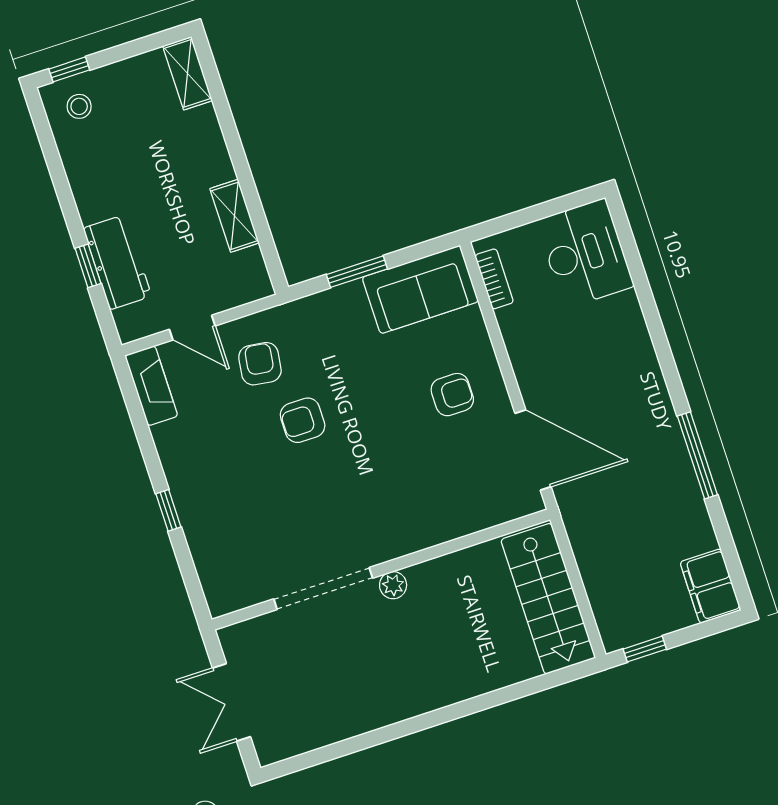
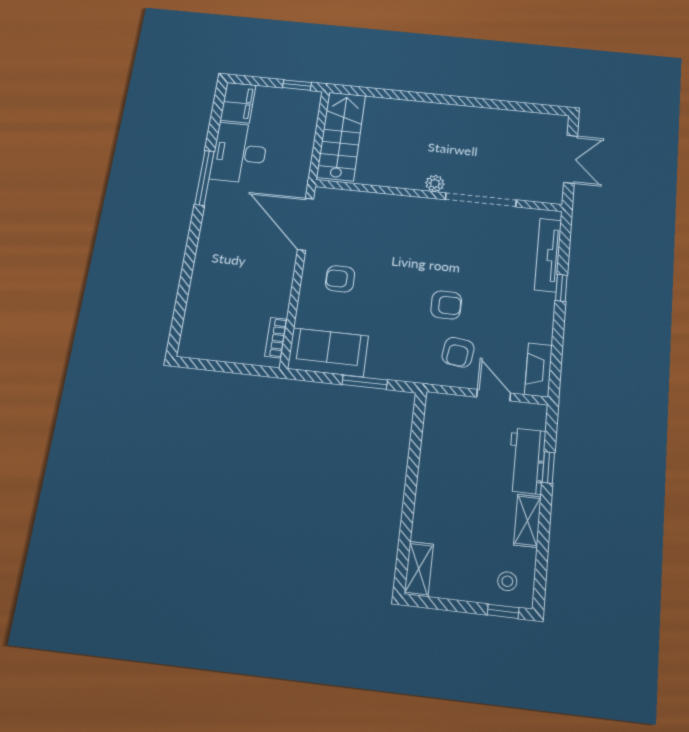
shelving: (234, 216) -> (527, 521), moved
desk: (585, 253) -> (239, 153), moved
tv unit: (204, 549) -> (548, 255), added

